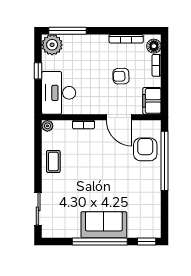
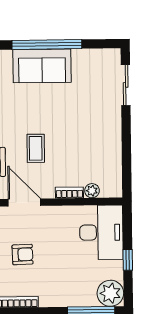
plant: (47, 126) -> (92, 191), moved
coffee table: (53, 162) -> (36, 148), moved

